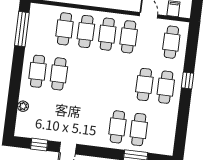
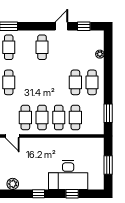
window: (22, 29) -> (108, 113), width x0.69
cafe table: (117, 127) -> (42, 47), moved

